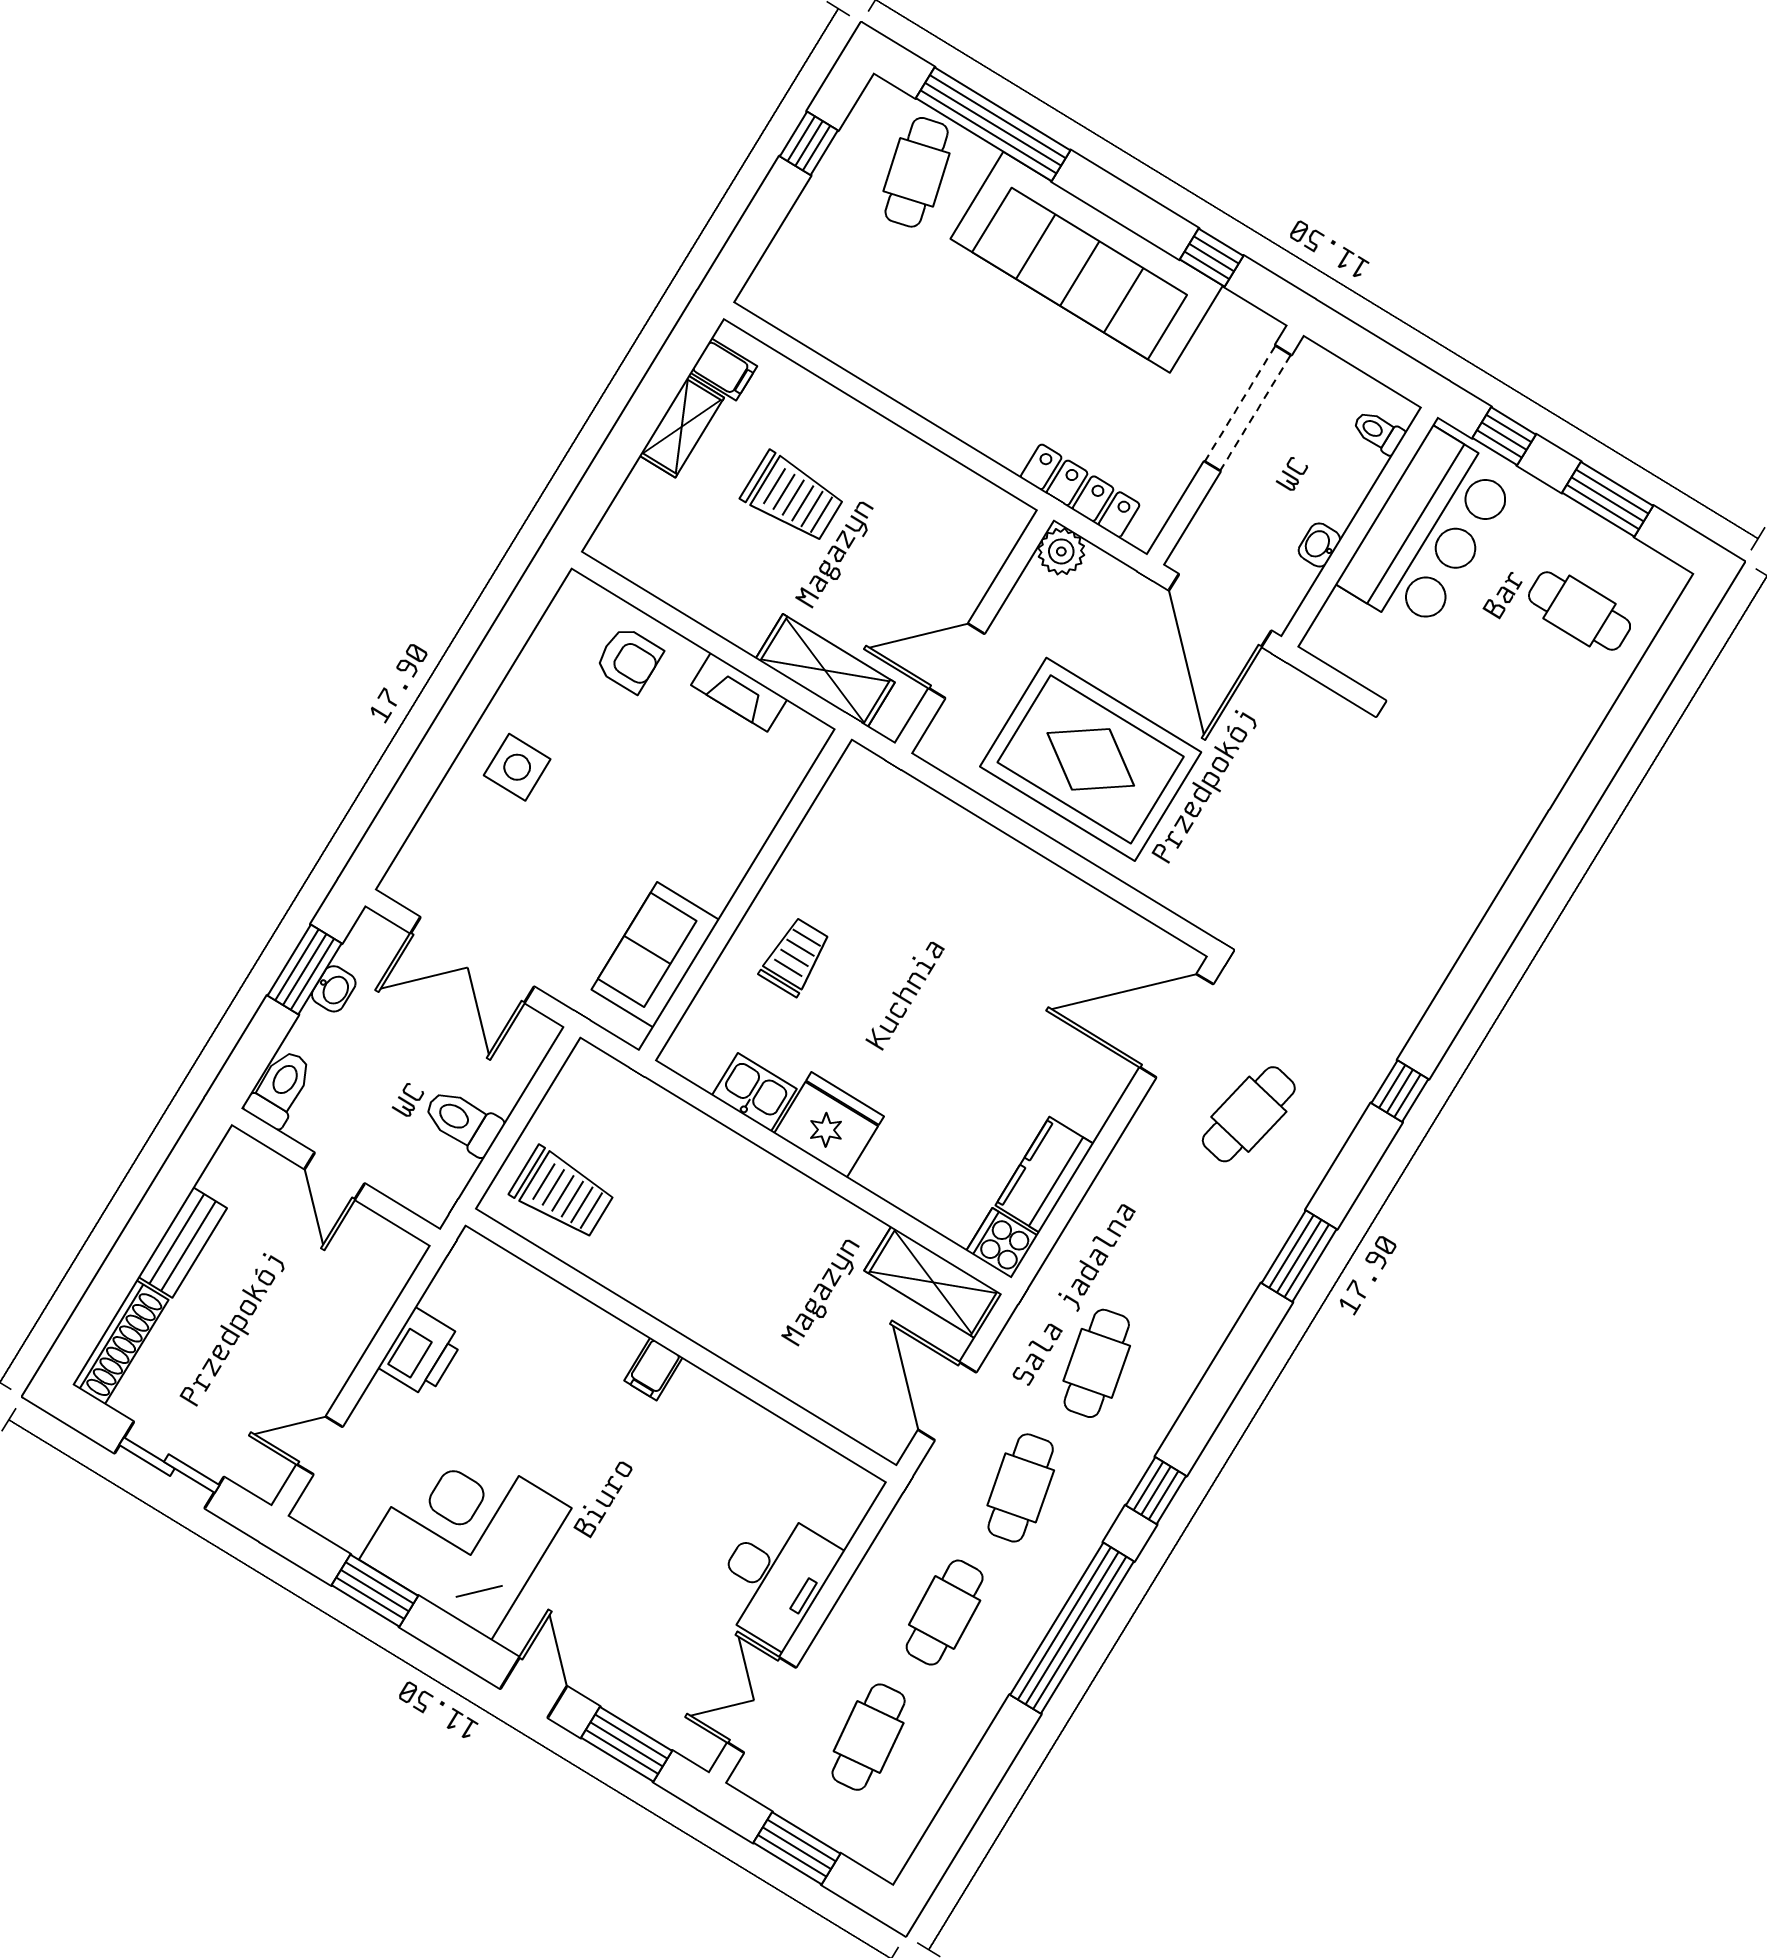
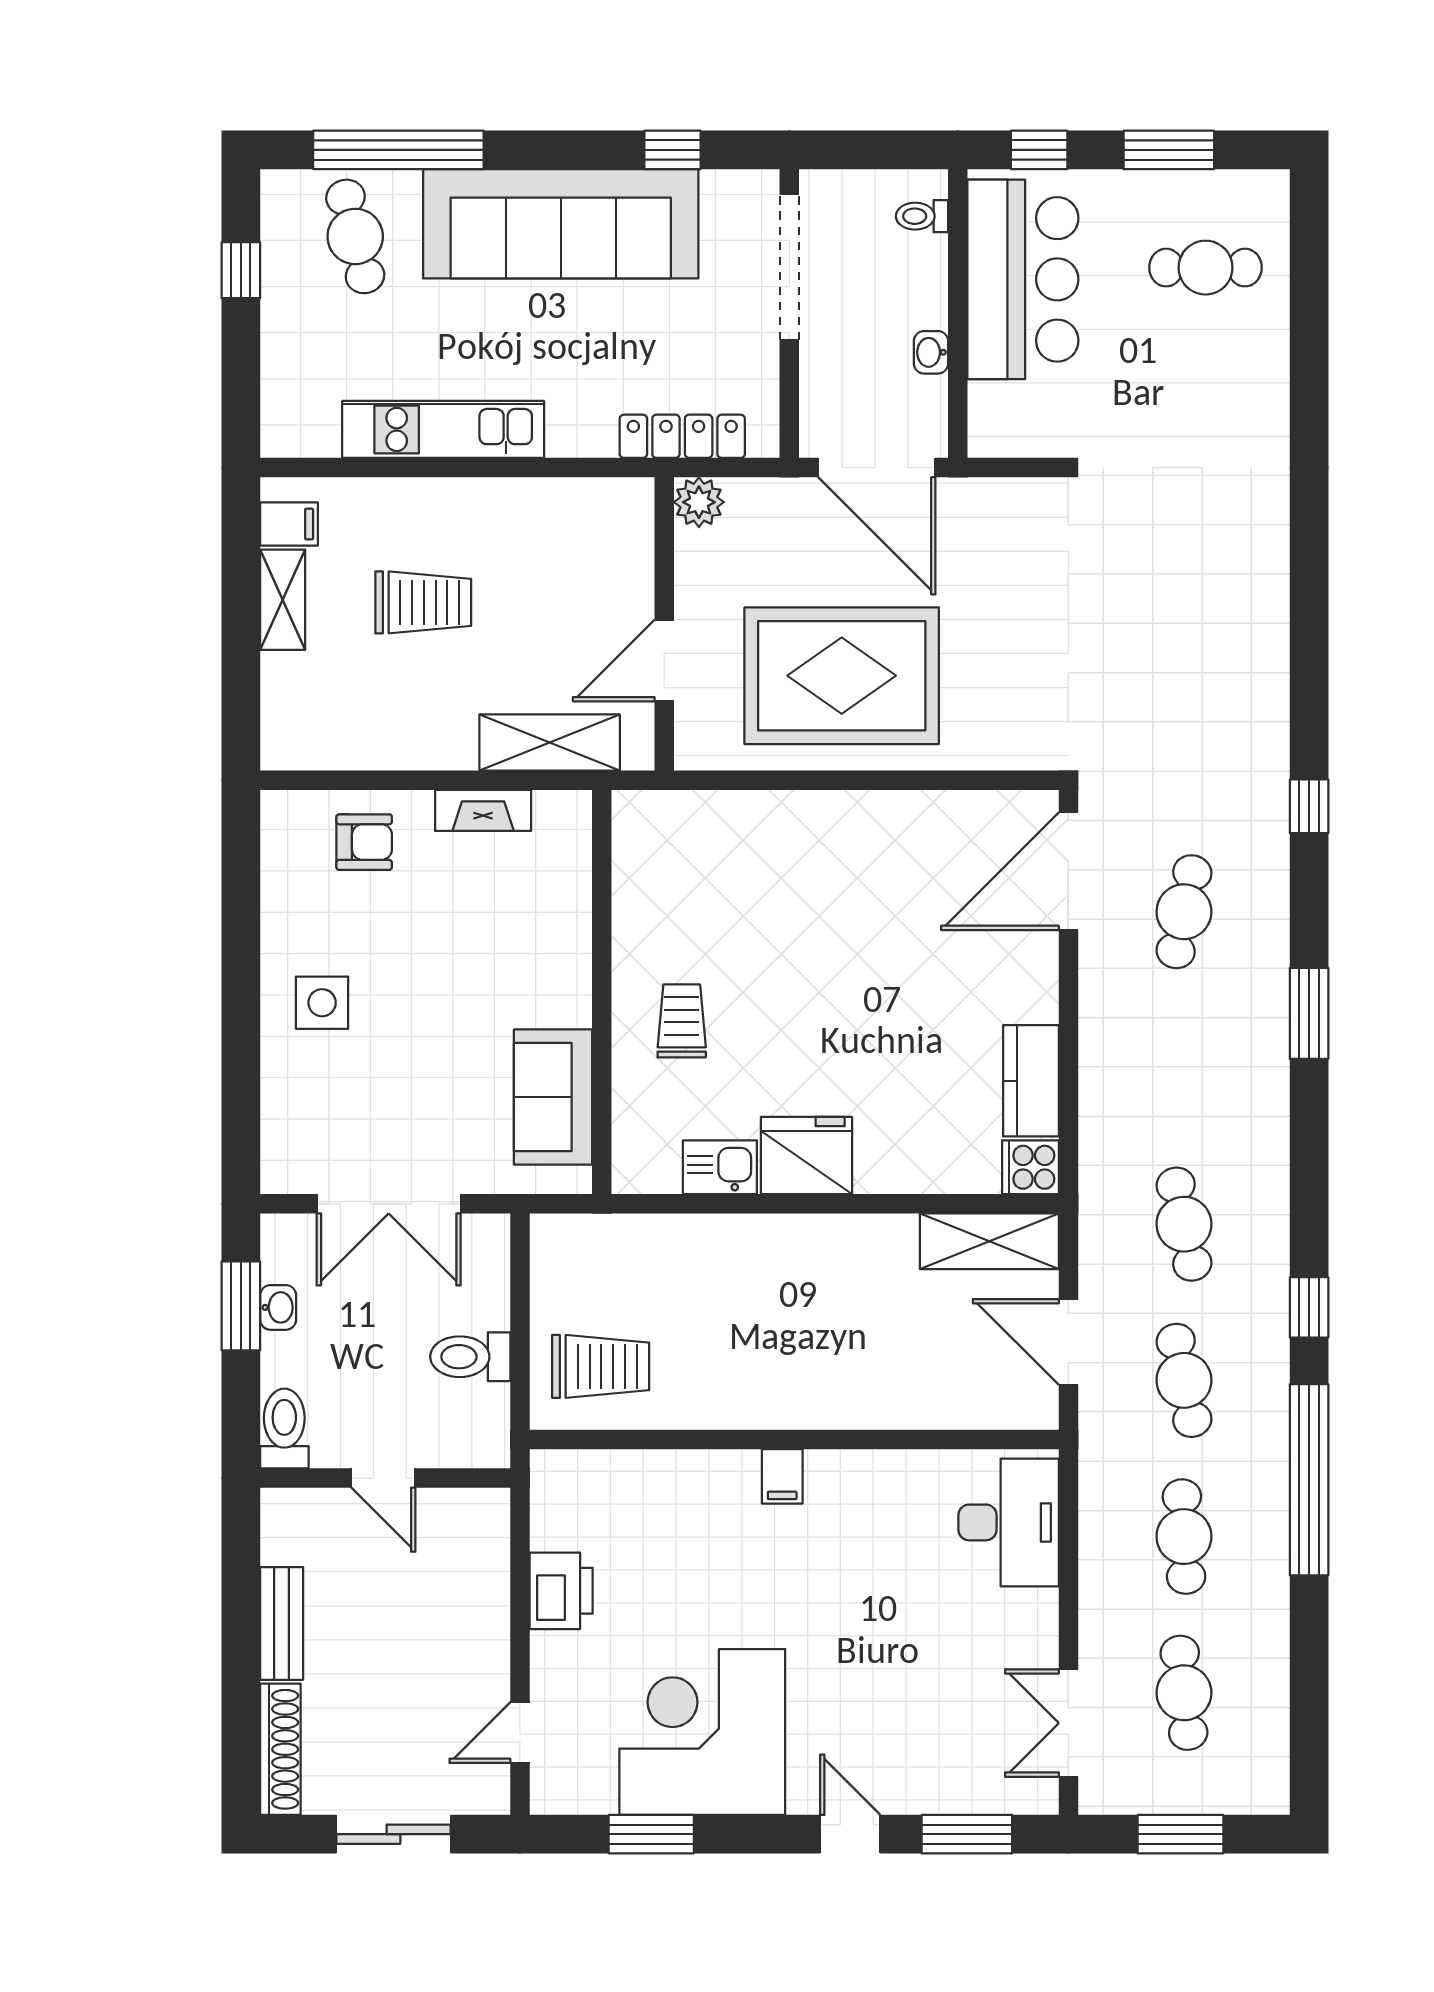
kitchen unit: (893, 369) -> (443, 429), added
desk: (774, 1578) -> (1009, 1522), moved

